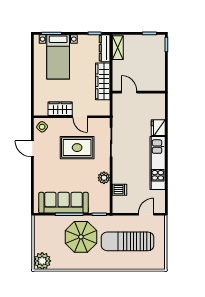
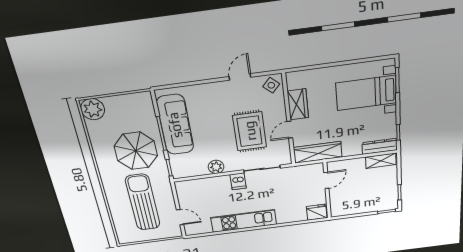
wardrobe: (103, 81) -> (318, 152), moved
fridge: (158, 128) -> (317, 212), moved
dishwasher: (120, 190) -> (238, 181), moved

